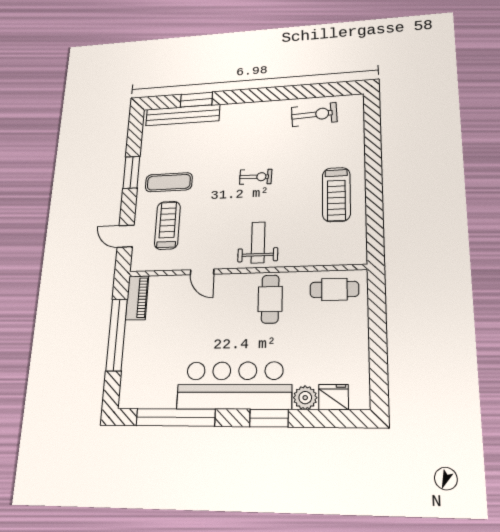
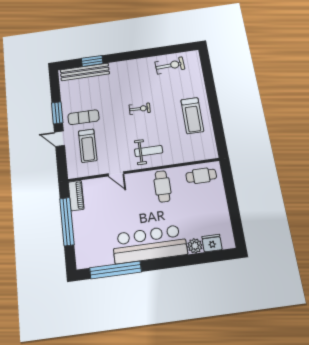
treadmill: (167, 225) -> (88, 146), turned 180
door: (126, 236) -> (59, 139), moved
weight bench: (258, 242) -> (149, 151), turned 90
window: (269, 418) -> (175, 262), removed

